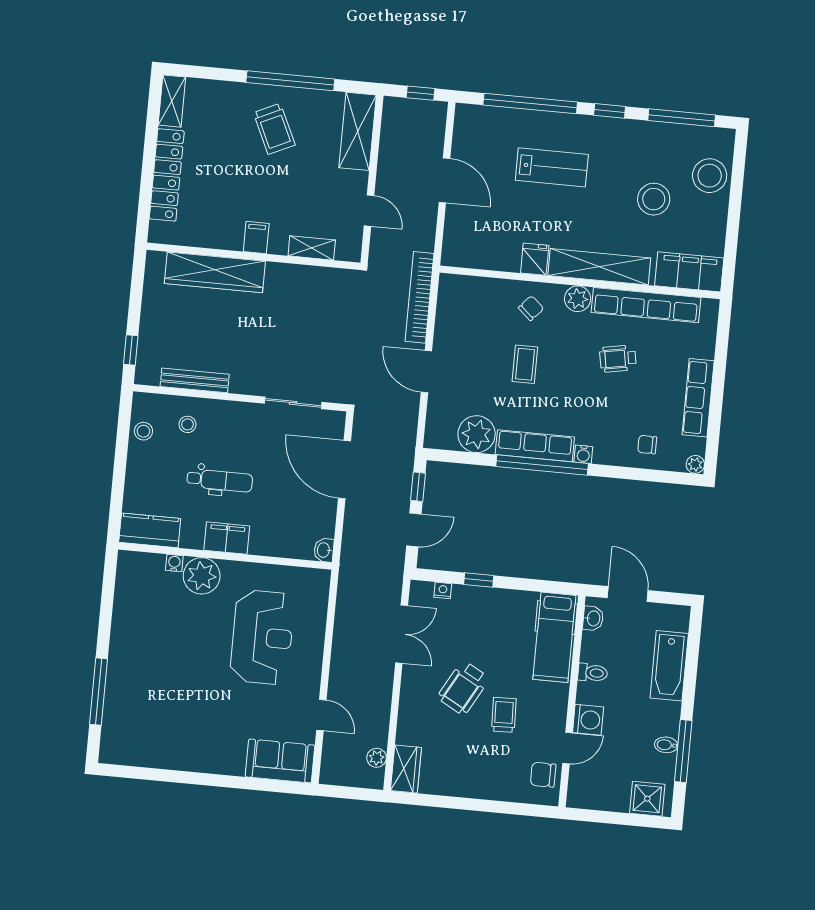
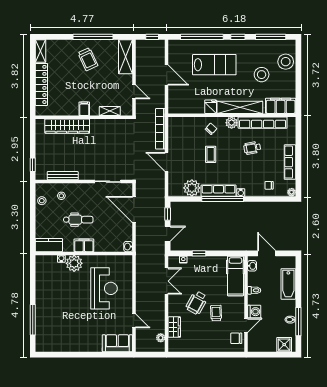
lab bench: (552, 167) -> (214, 65), width x1.36, depth x1.39
wardrobe: (406, 769) -> (174, 327), moved

